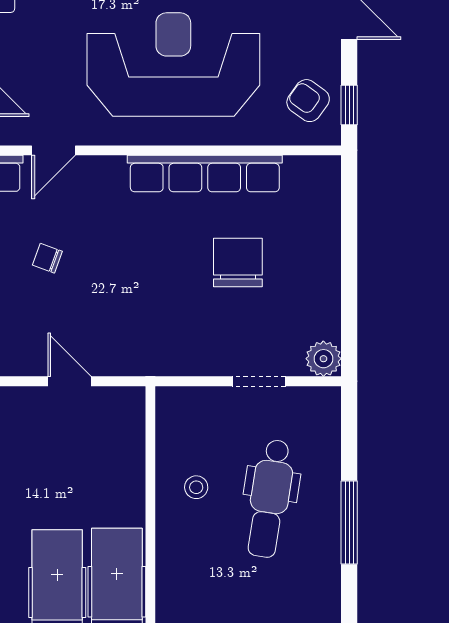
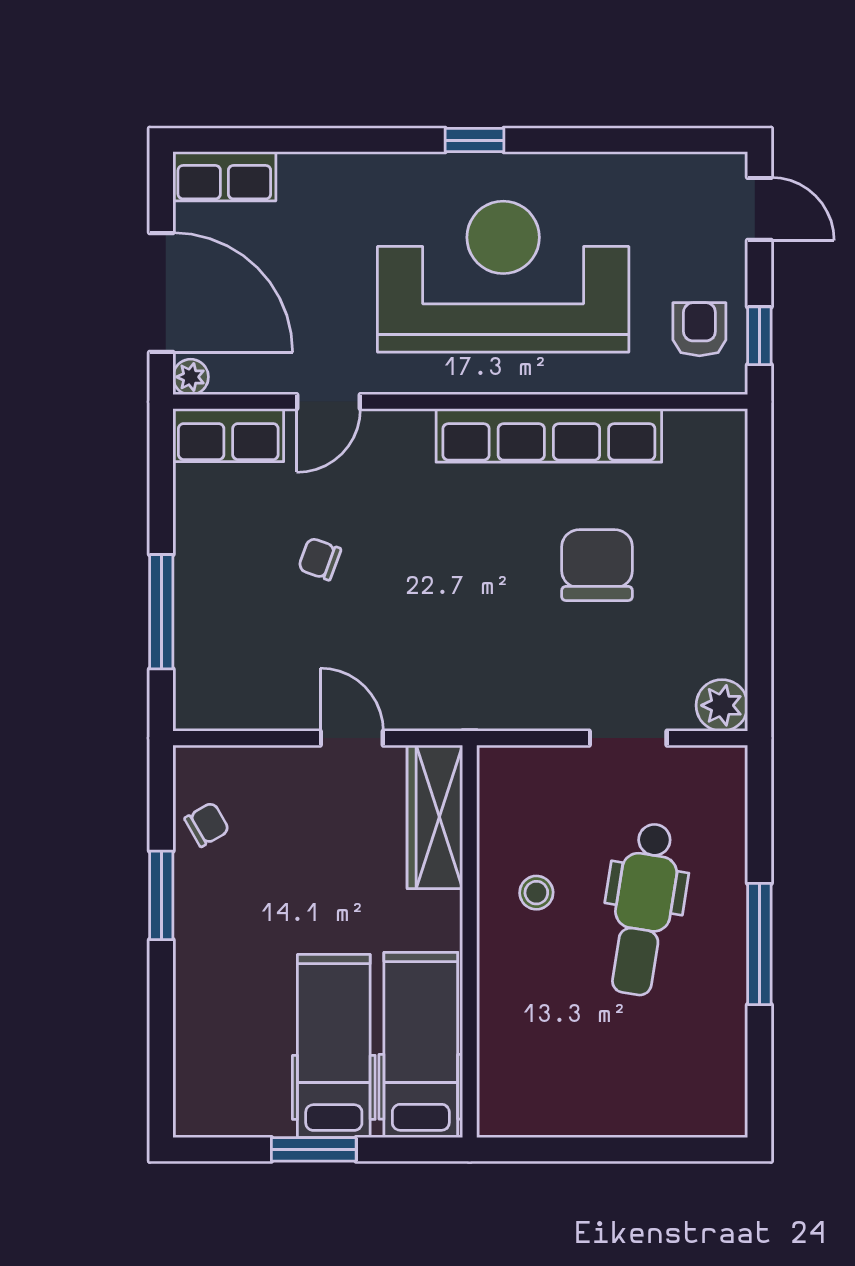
armchair: (308, 101) -> (699, 329), turned 54
wardrobe: (127, 435) -> (435, 817), added

